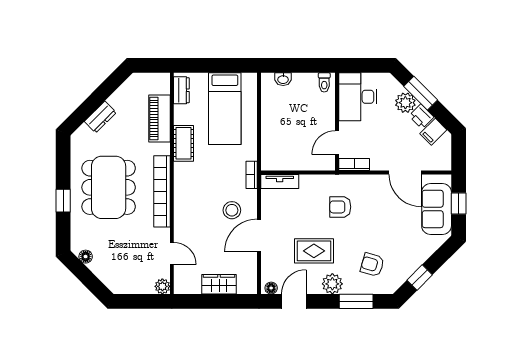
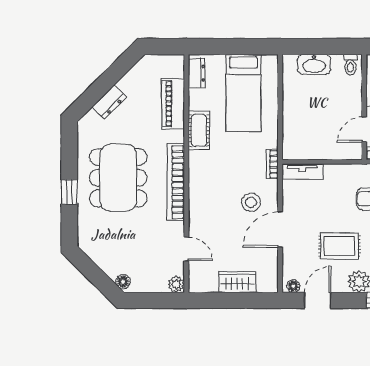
washbasin: (283, 79) -> (314, 64), width x1.91, depth x1.45
floor lamp: (86, 257) -> (123, 282), moved

